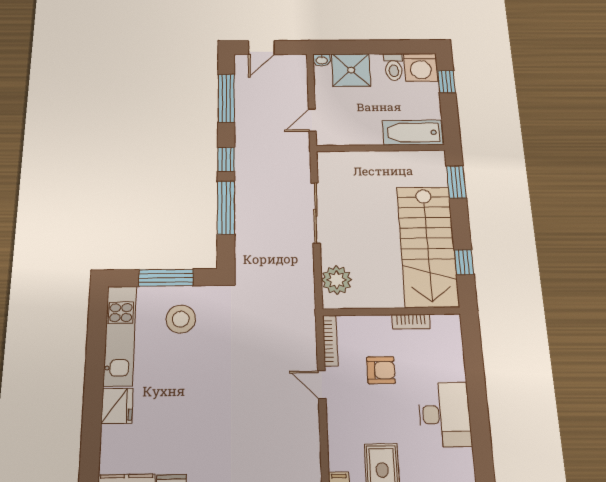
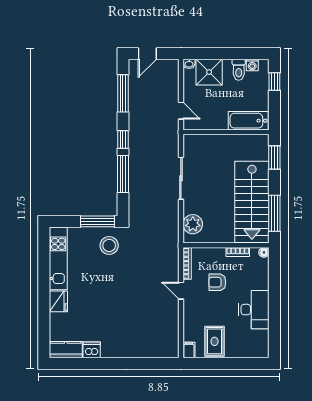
washing machine: (421, 67) -> (252, 65), width x0.53, depth x0.53
door: (312, 120) -> (181, 111), swing flipped
window: (464, 262) -> (274, 213), width x2.17
window: (166, 278) -> (98, 221), moved
stool: (181, 319) -> (109, 245), moved
floor lamp: (453, 322) -> (264, 252), added
armchair: (381, 370) -> (217, 282), turned 180

